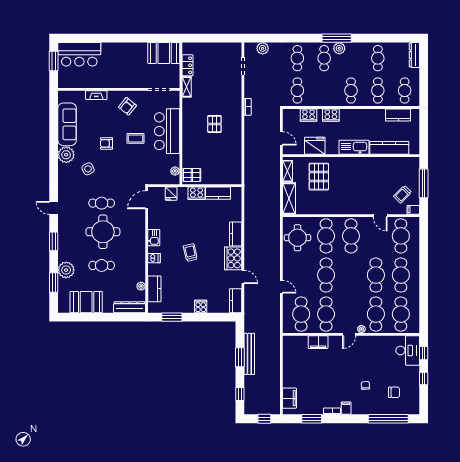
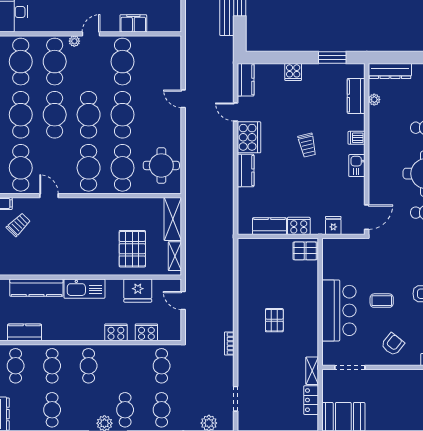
plant: (175, 171) -> (328, 256), removed
cafe table: (301, 314) -> (89, 115), moved

